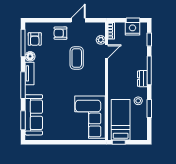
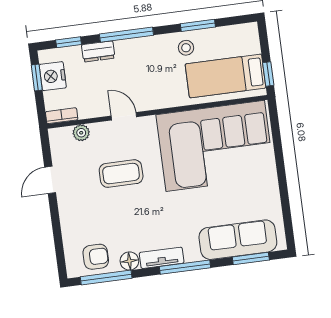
door: (78, 20) -> (50, 180), hinge flipped
armchair: (60, 33) -> (78, 210), removed
door: (106, 52) -> (124, 116), moved
dresser: (142, 79) -> (98, 51), moved
corner sofa: (90, 117) -> (215, 146), width x1.36, depth x1.36

